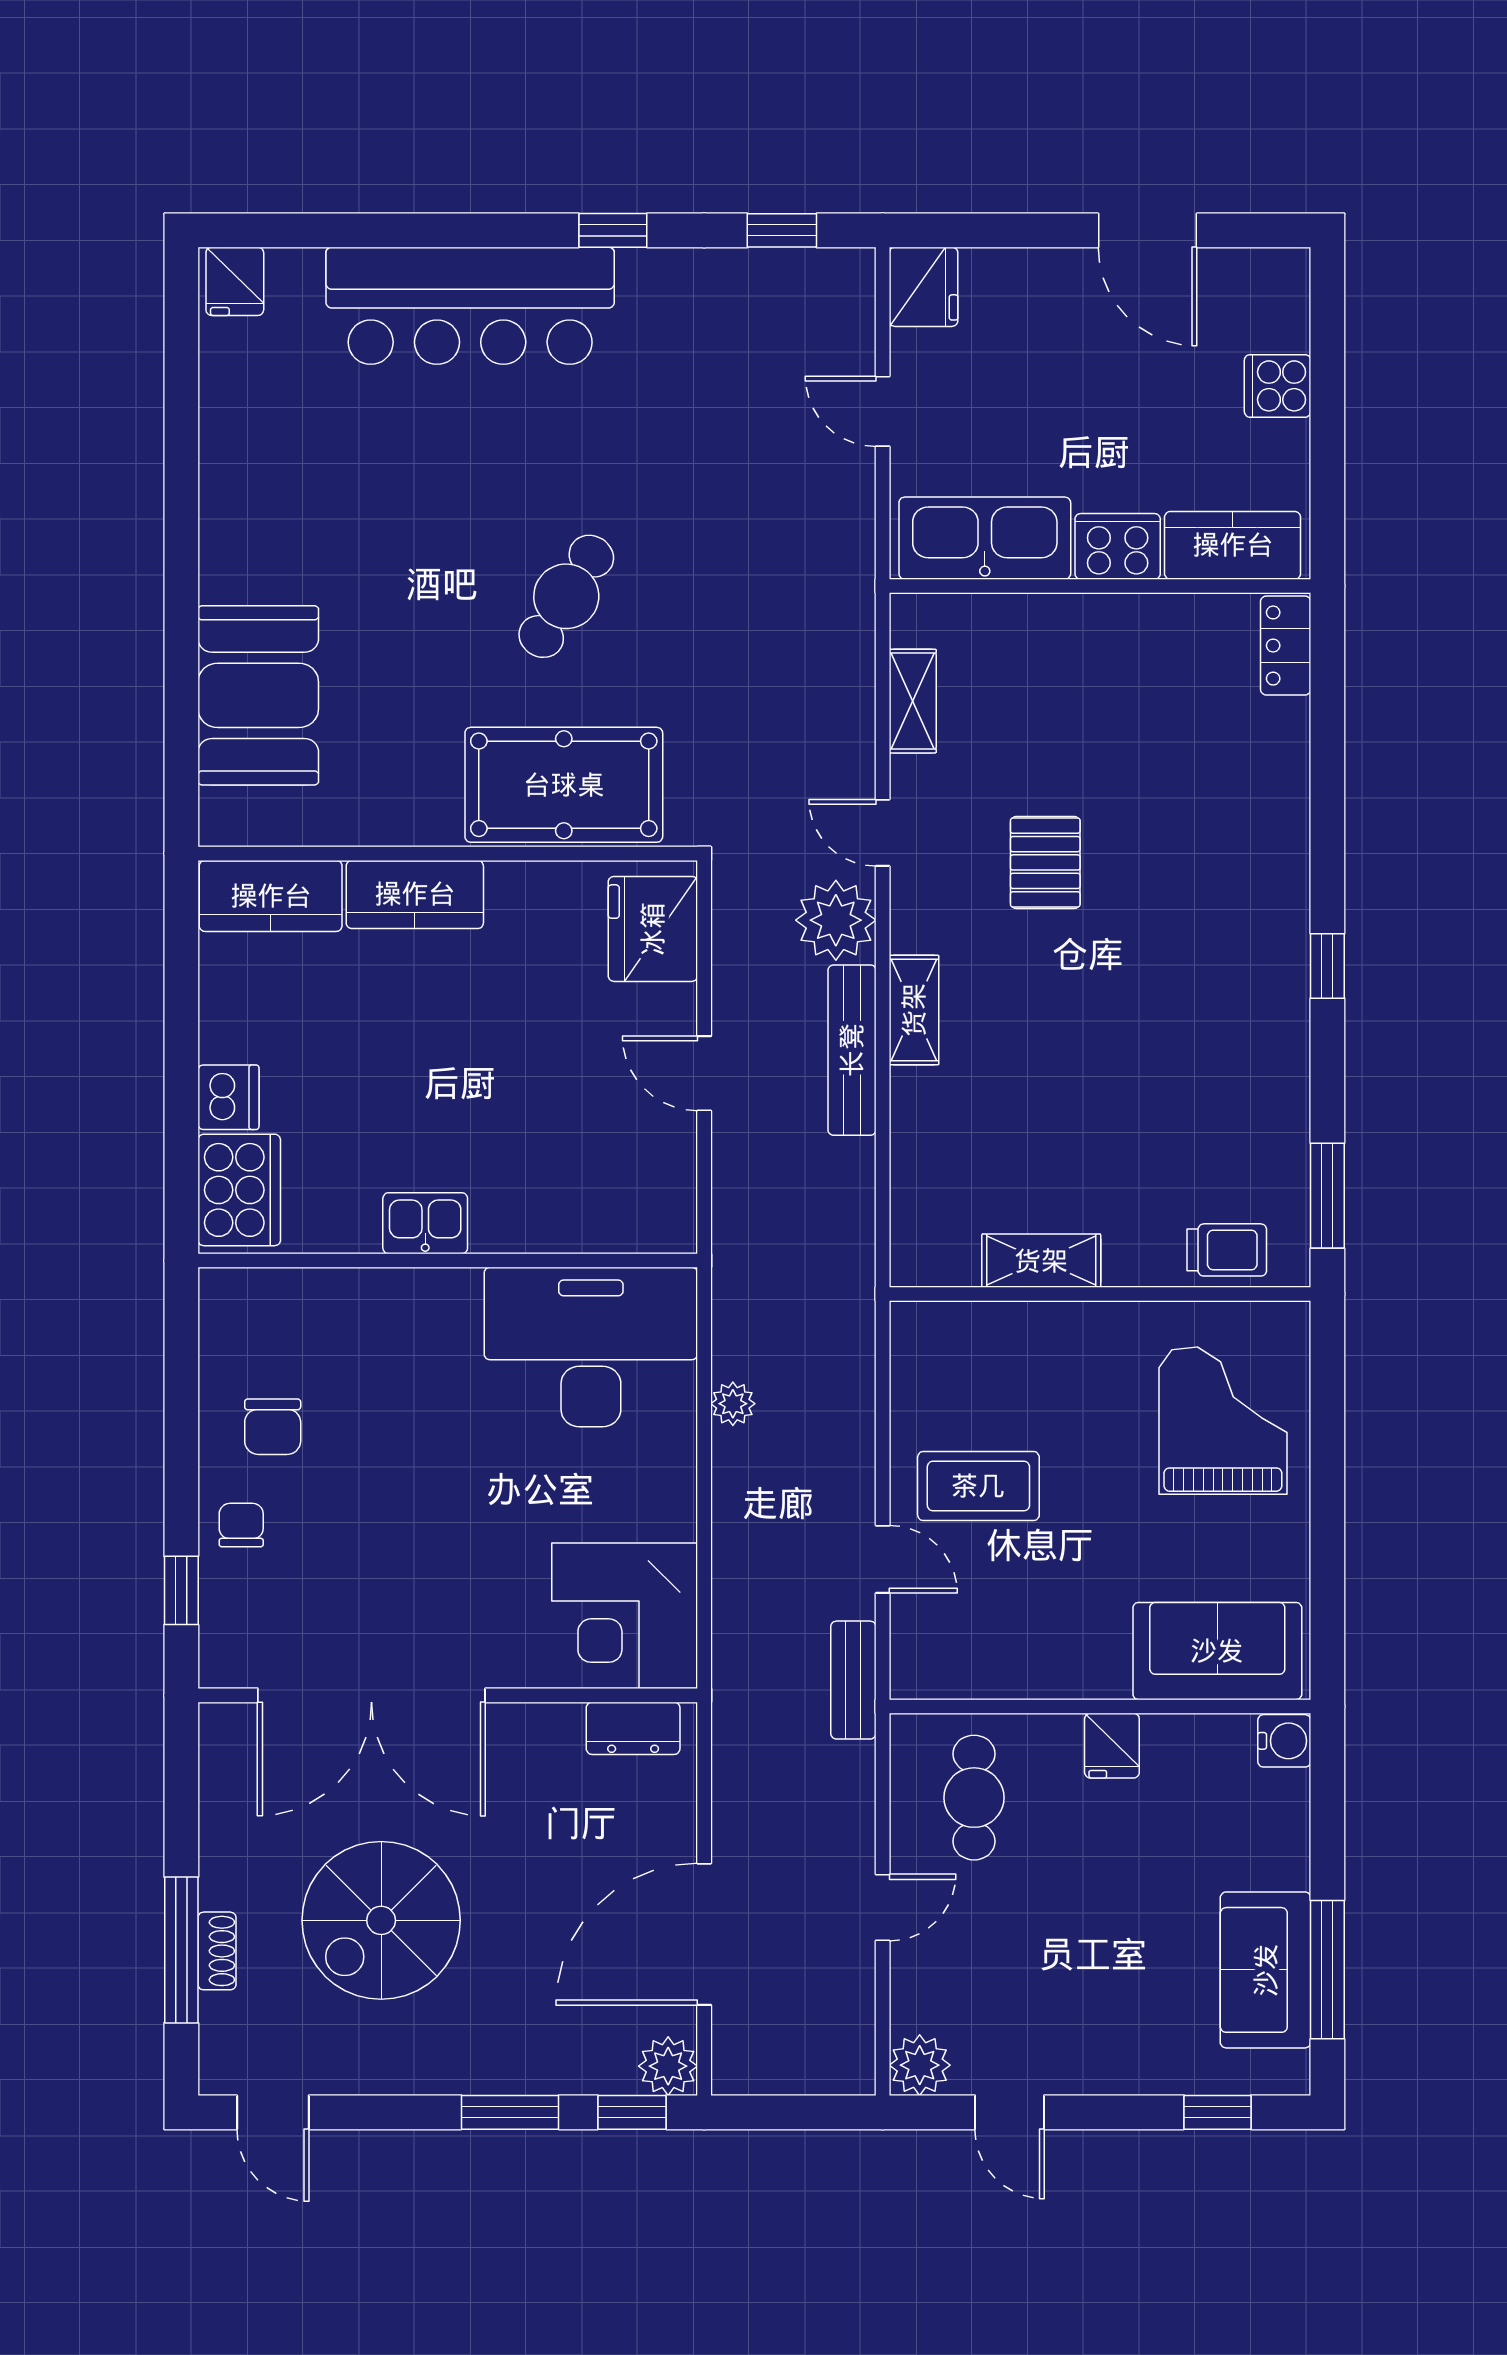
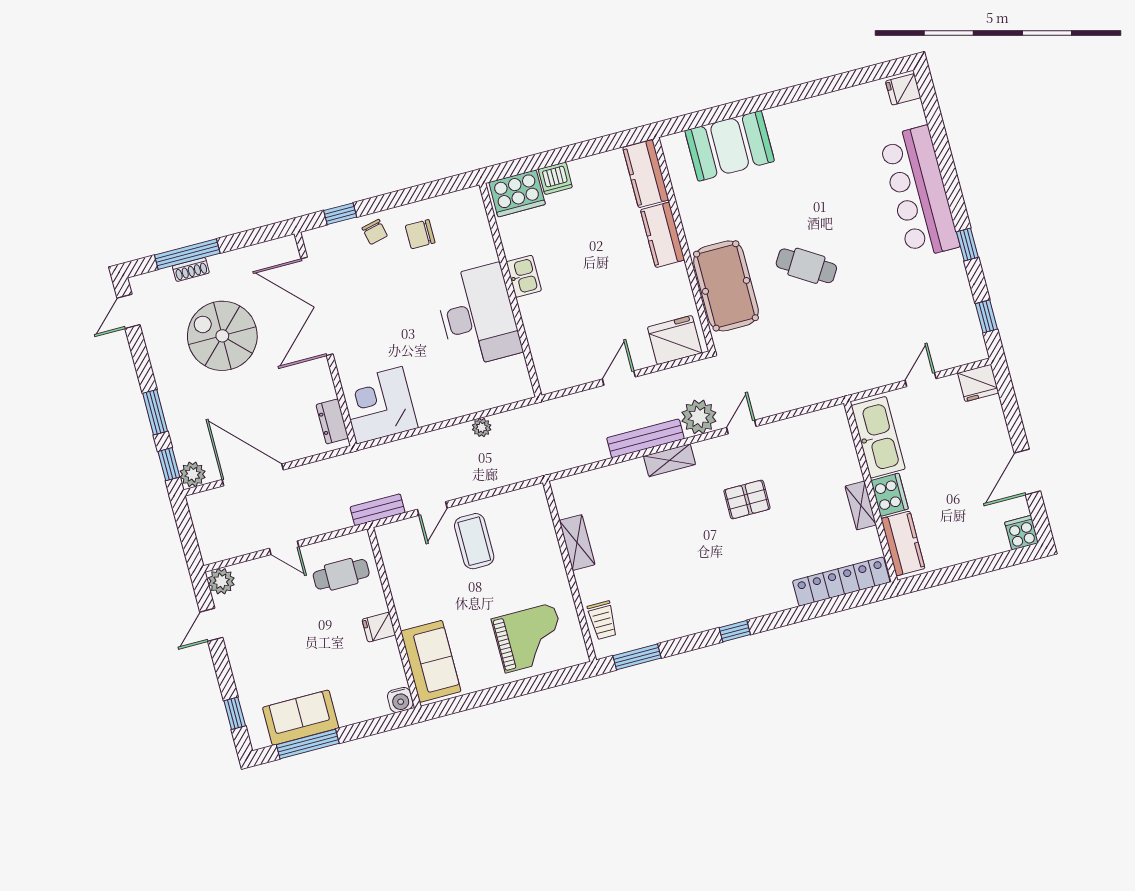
cooker: (1278, 386) -> (1022, 533), moved
locker: (1286, 646) -> (841, 582), width x2.16, depth x1.21
shelving: (913, 701) -> (861, 505), moved, turned 90
desk: (591, 1347) -> (478, 316), moved
chair: (241, 1525) -> (375, 232), turned 77

